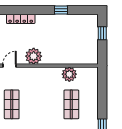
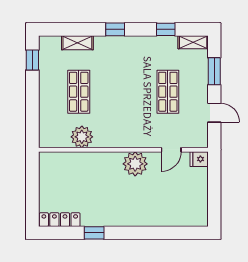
locker: (21, 19) -> (60, 220), moved
window: (102, 33) -> (32, 198), removed

